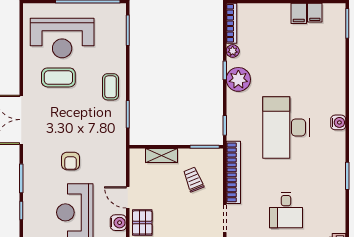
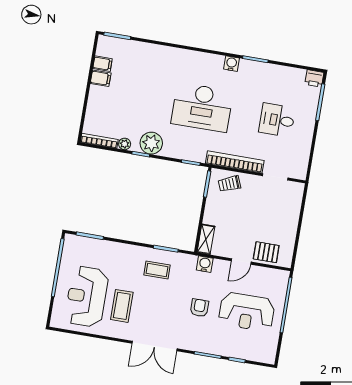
reception desk: (62, 38) -> (87, 297), turned 180
coffee table: (111, 87) -> (157, 270), moved
water cooler: (338, 122) -> (231, 64), moved
shelving: (162, 156) -> (206, 239), moved
armchair: (71, 161) -> (199, 308), turned -90
trolley: (193, 180) -> (229, 184), moved
desk: (286, 210) -> (277, 120), turned 180
water cooler: (118, 223) -> (205, 264), moved

